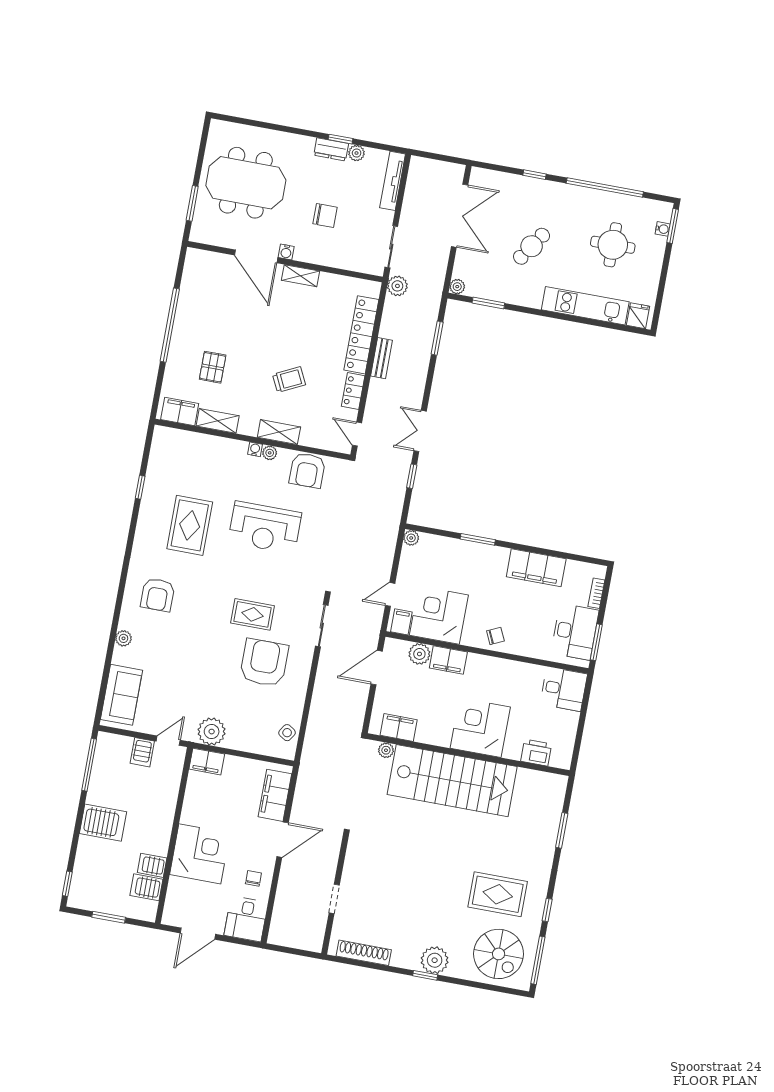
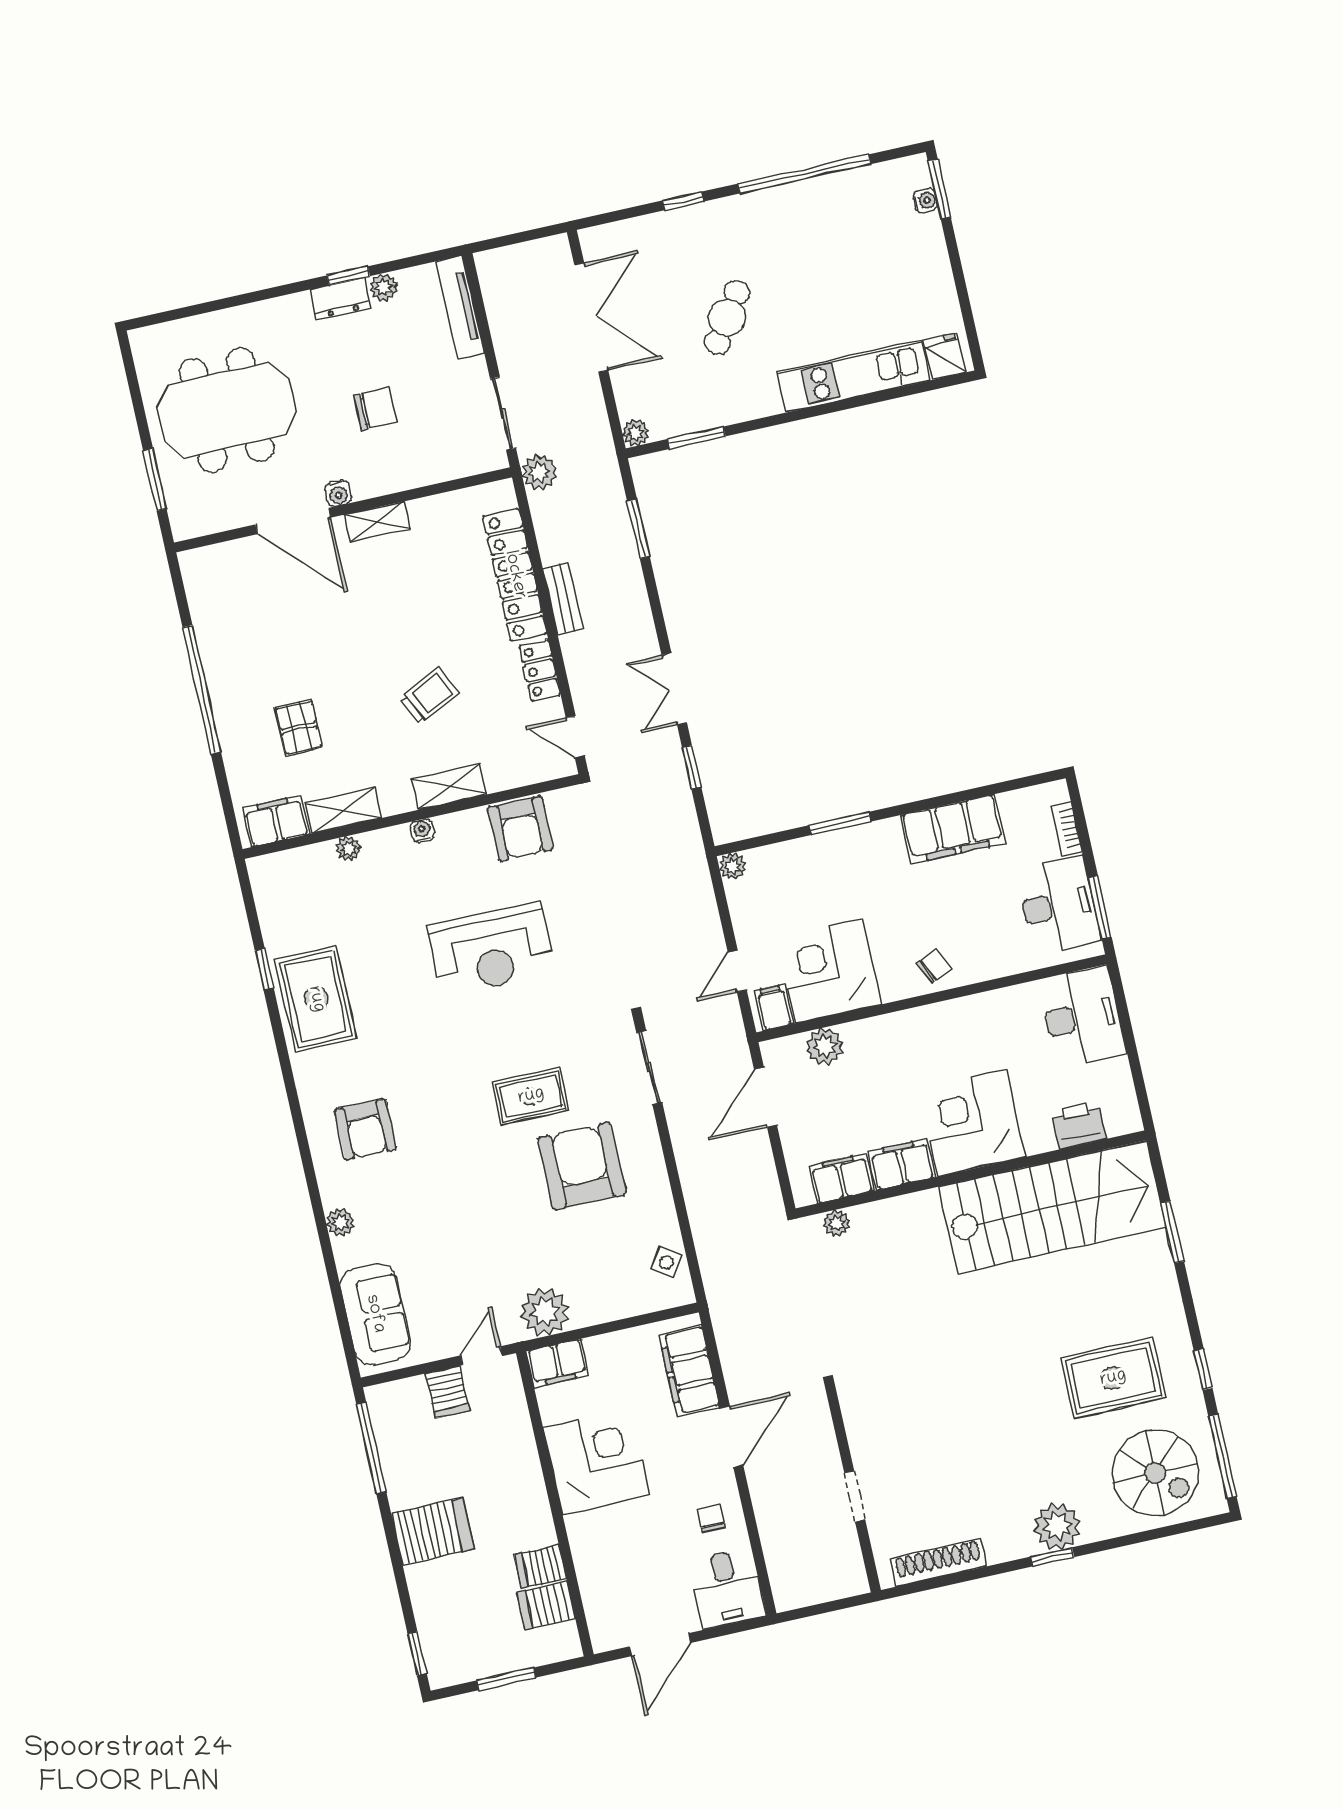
round table: (613, 245) -> (856, 260), removed
plant: (270, 453) -> (348, 849), moved
rug: (190, 525) -> (316, 999), moved
filing cabinet: (448, 660) -> (902, 1164), moved, turned 180
desk: (564, 689) -> (1082, 1017), width x1.37
stairs: (452, 781) -> (1052, 1207), moved
corner desk: (200, 854) -> (597, 1461), moved

